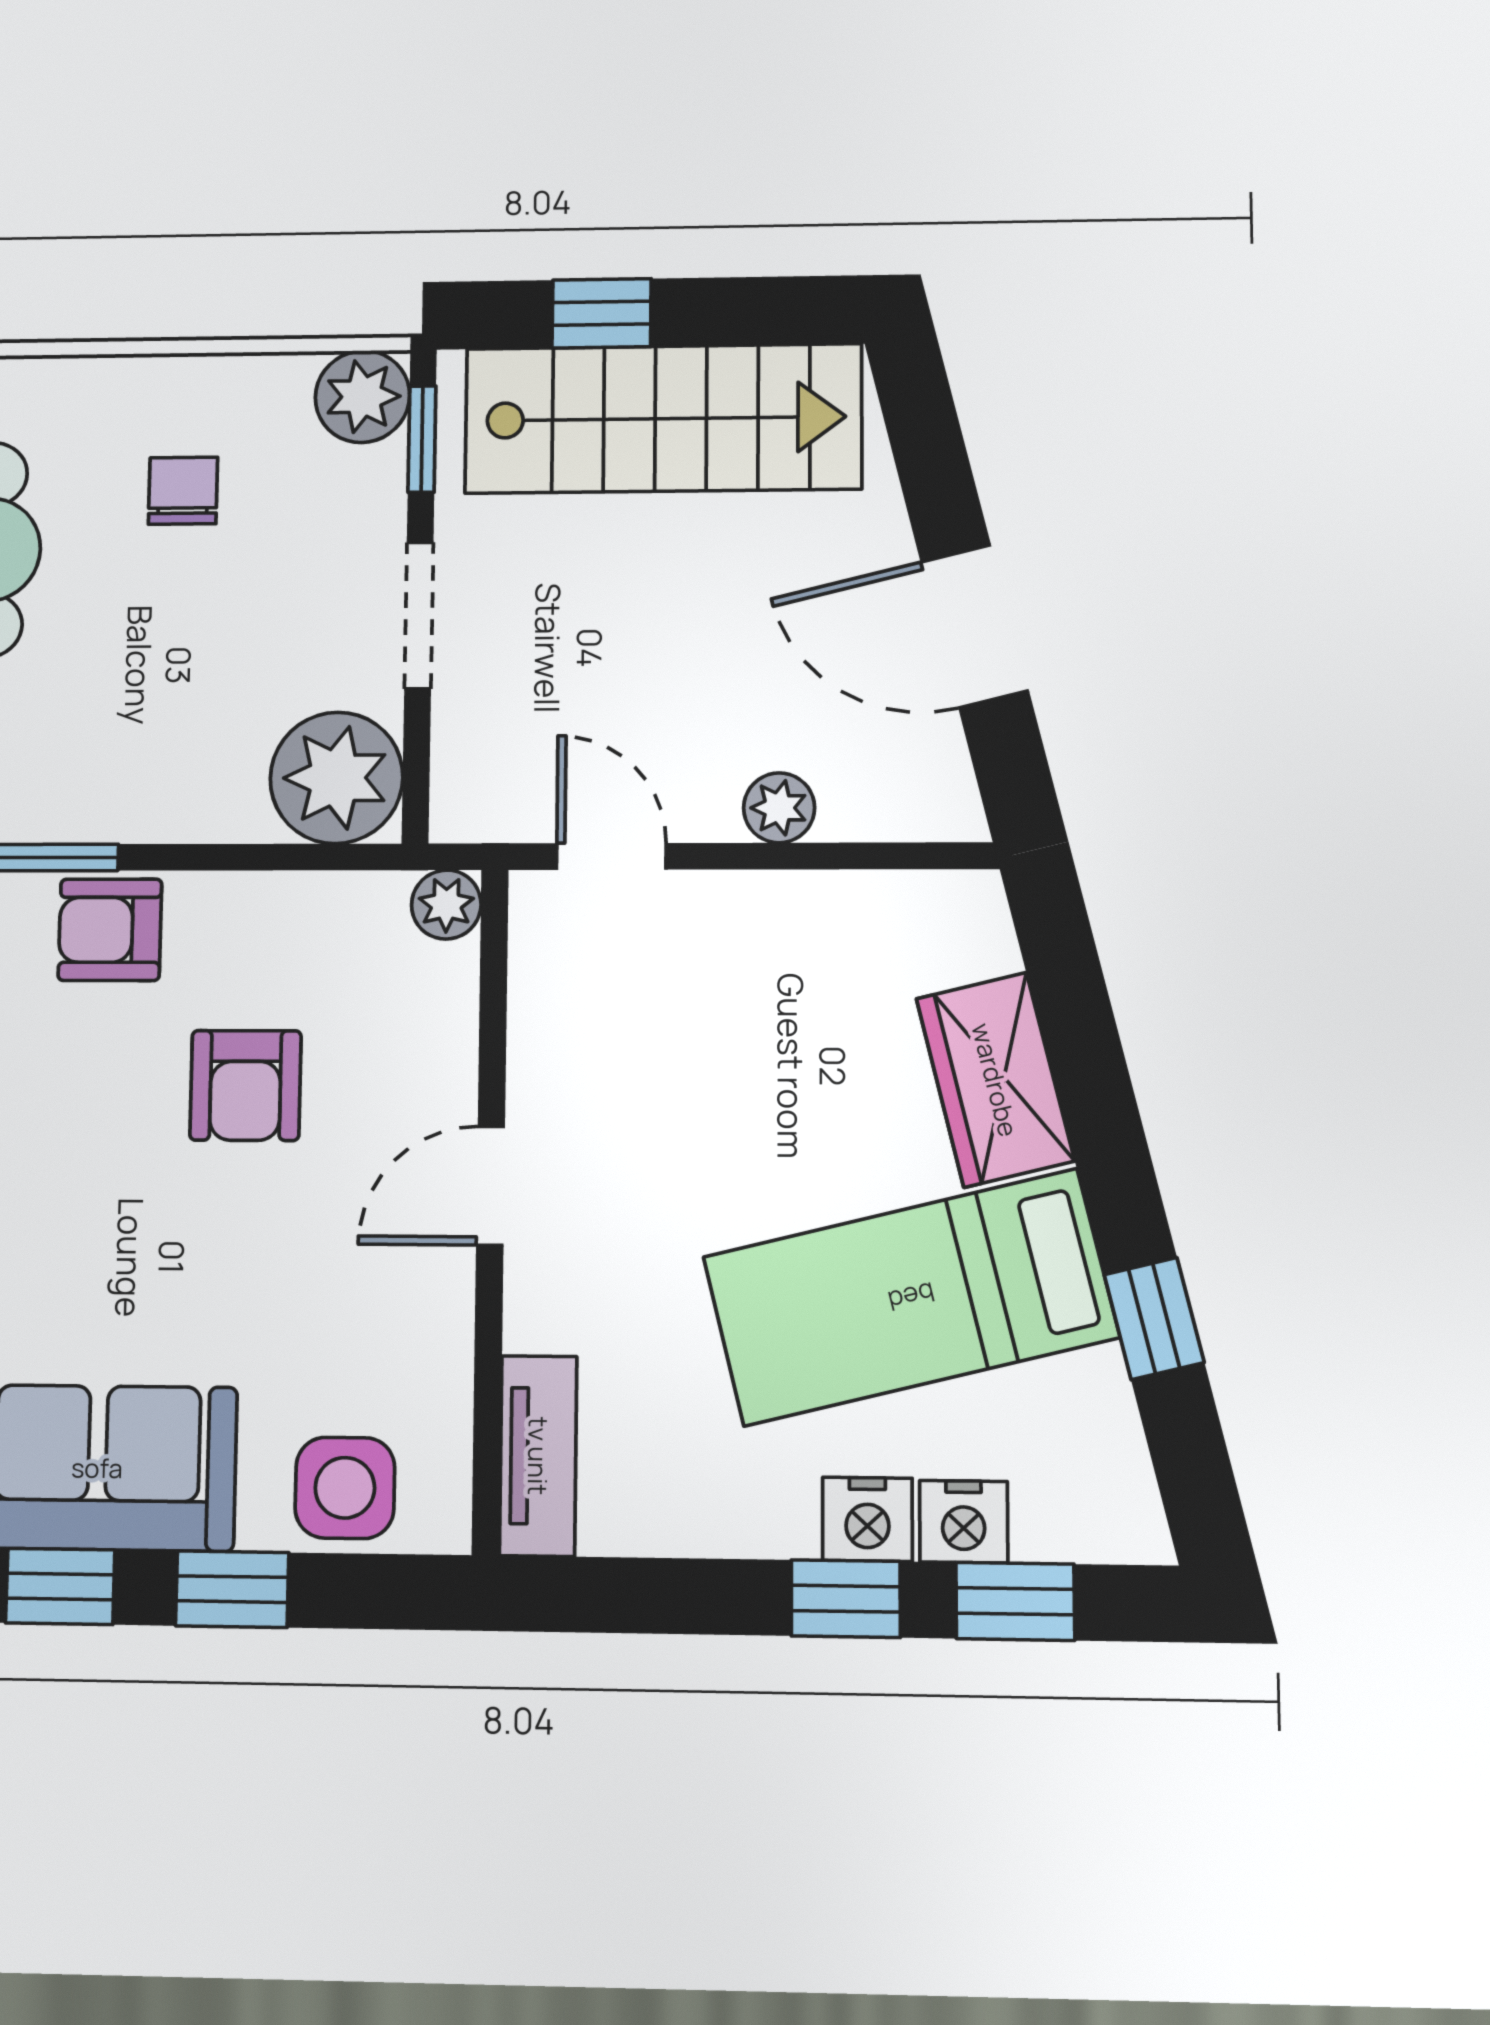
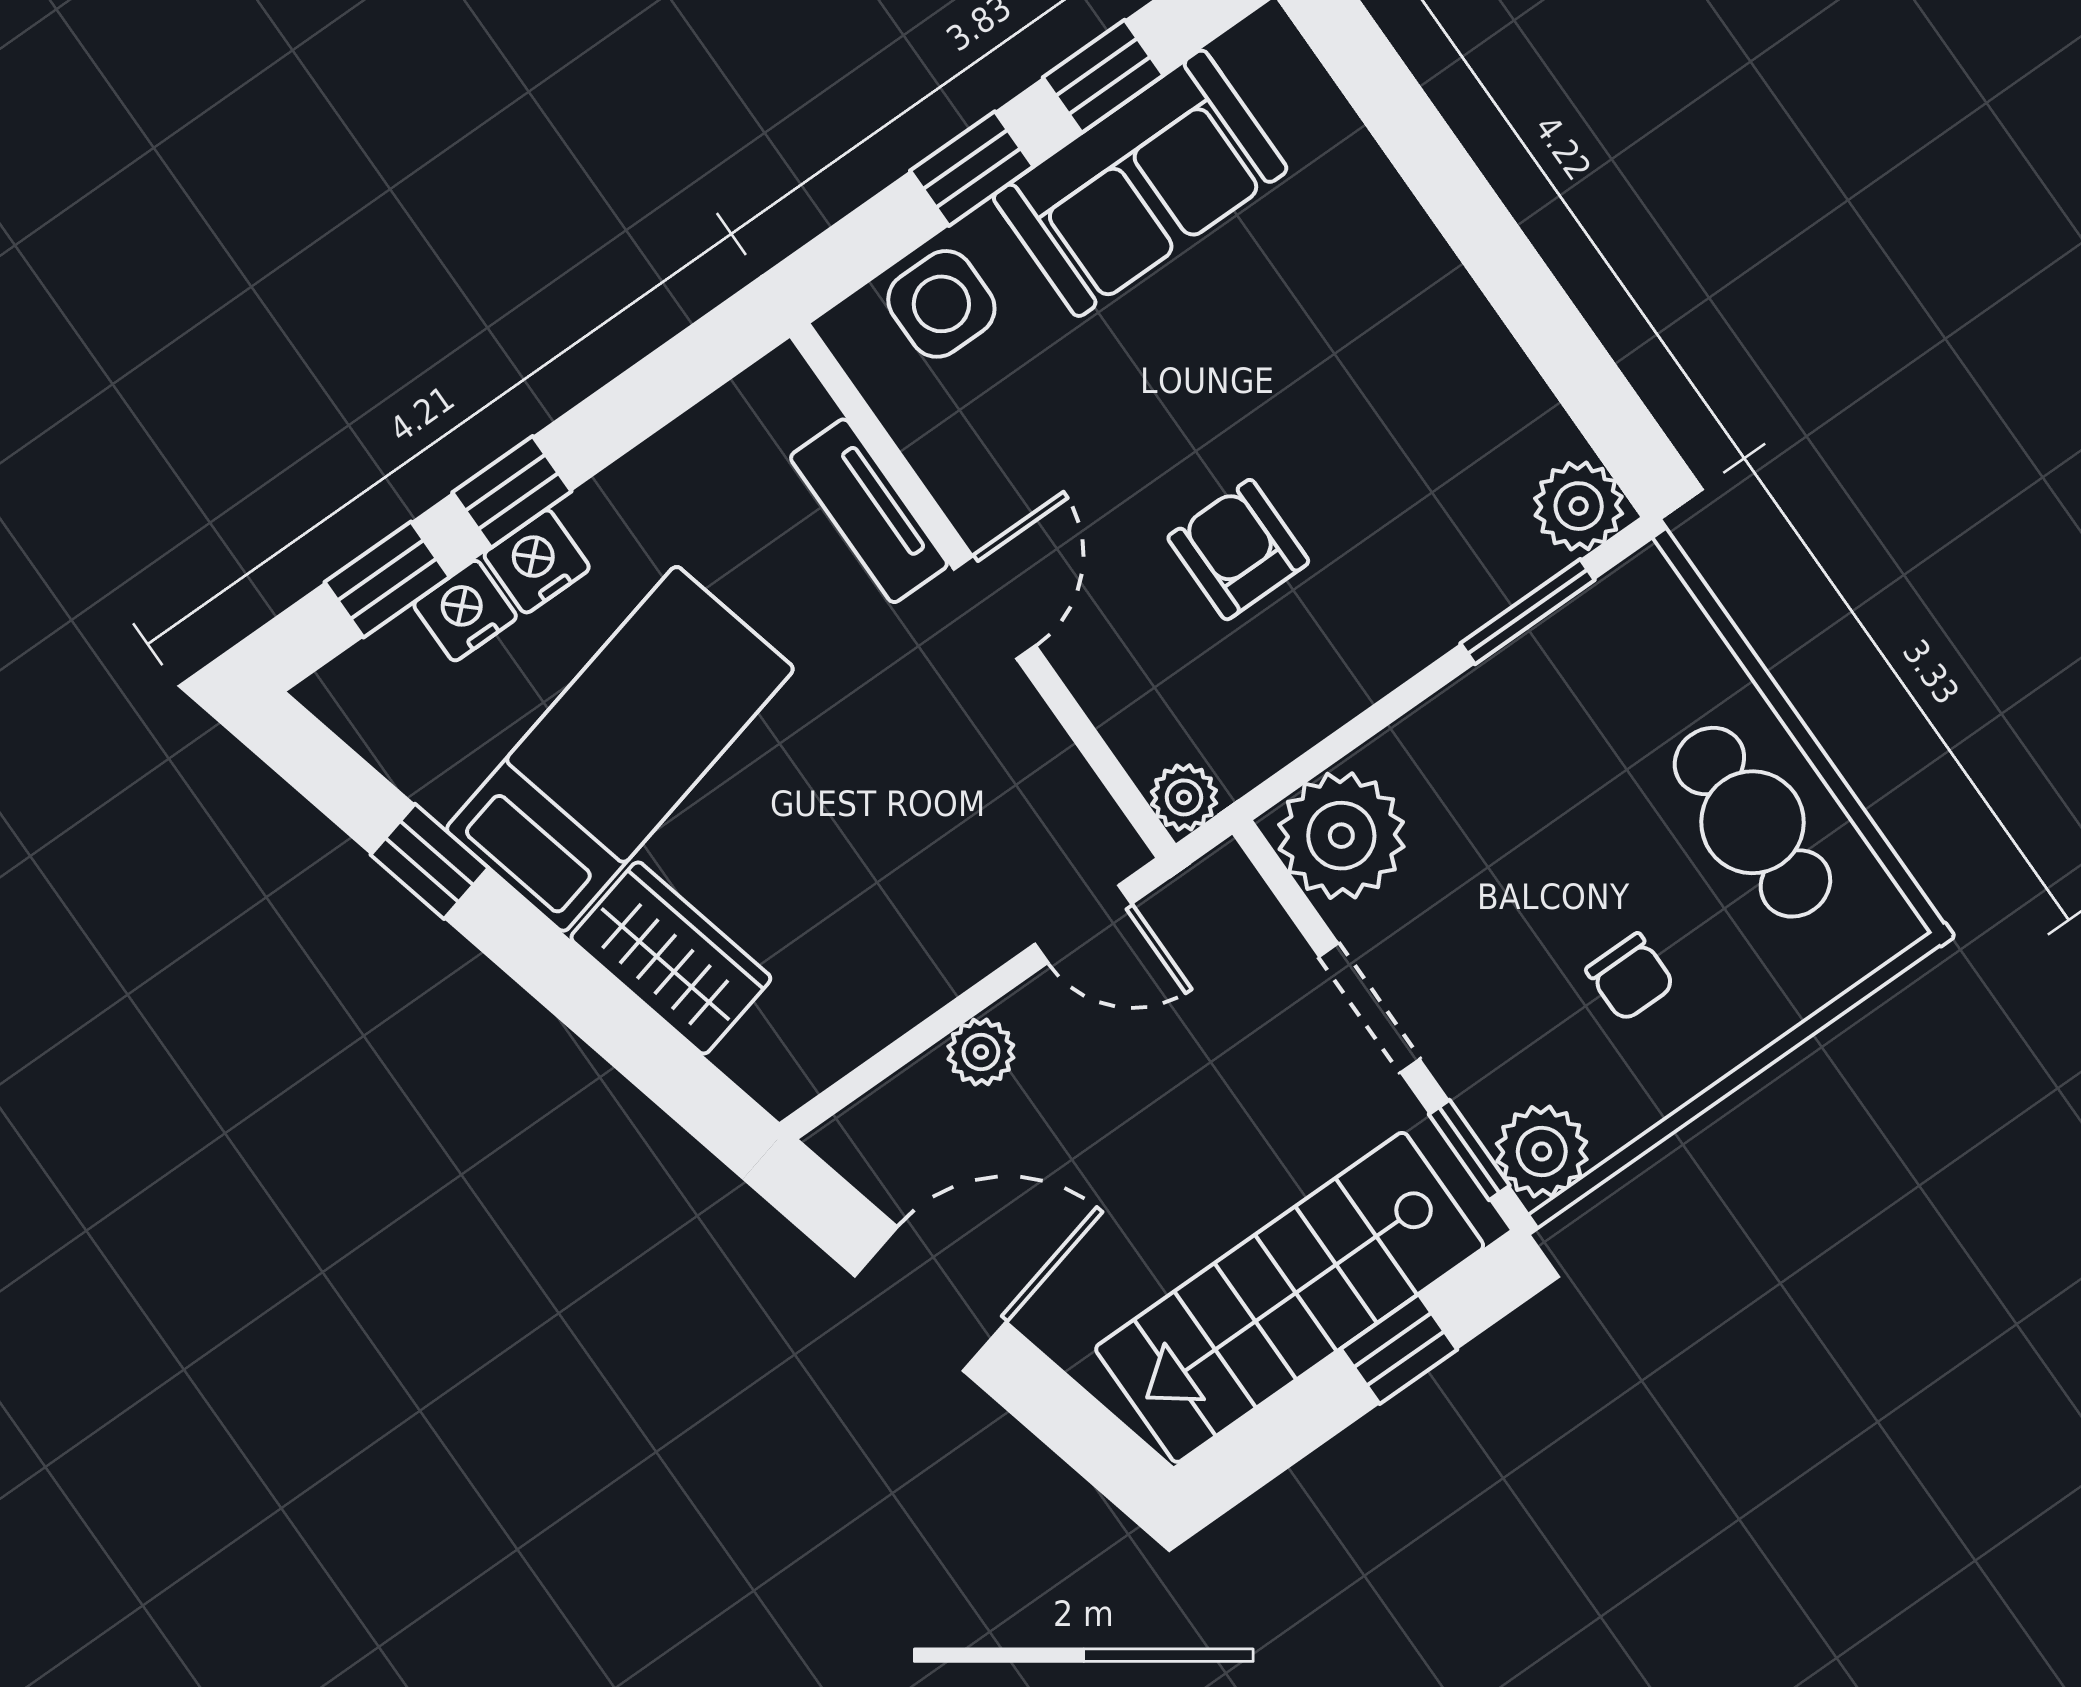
armchair: (110, 930) -> (1432, 594), removed
tv unit: (538, 1456) -> (869, 511), moved

